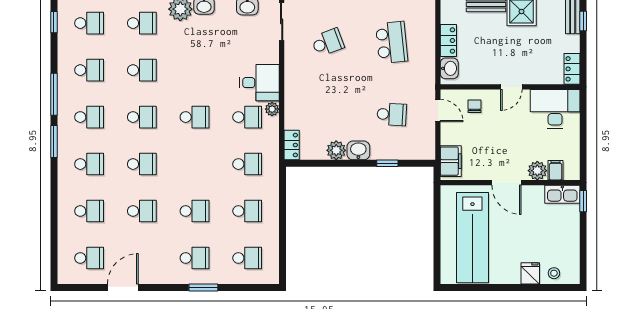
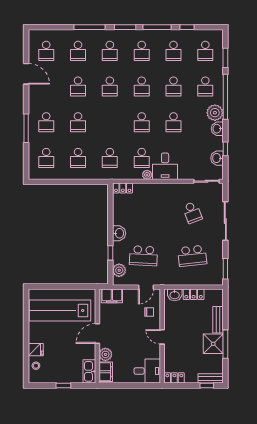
window: (54, 22) -> (187, 27), moved
school desk: (195, 70) -> (173, 122), added
desk: (555, 109) -> (147, 371), width x0.73
school desk: (392, 114) -> (143, 256), width x1.85
plant: (336, 150) -> (119, 270), moved
filing cabinet: (556, 170) -> (106, 372), width x2.00
window: (54, 194) -> (90, 27), added
window: (583, 201) -> (63, 385), moved
window: (203, 288) -> (26, 128), width x1.44

